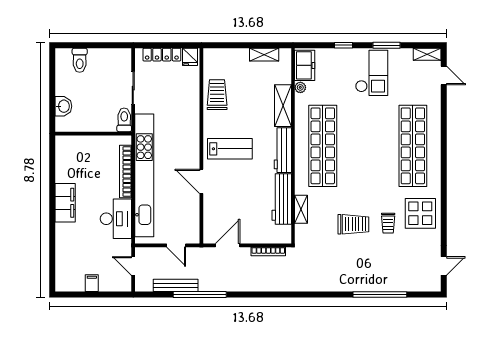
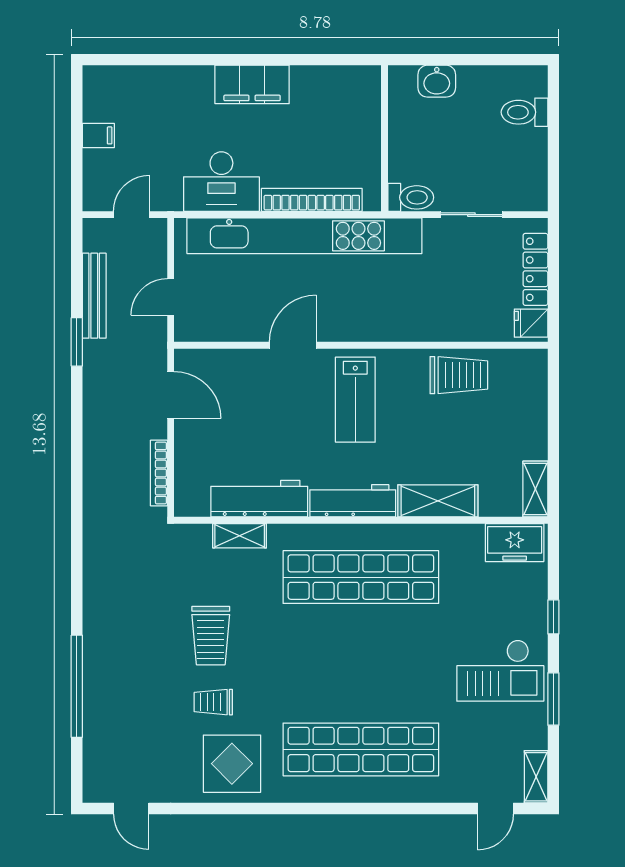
shelving: (264, 55) -> (535, 489), moved
plant: (300, 87) -> (473, 534), removed
window: (200, 294) -> (77, 342), width x0.47

